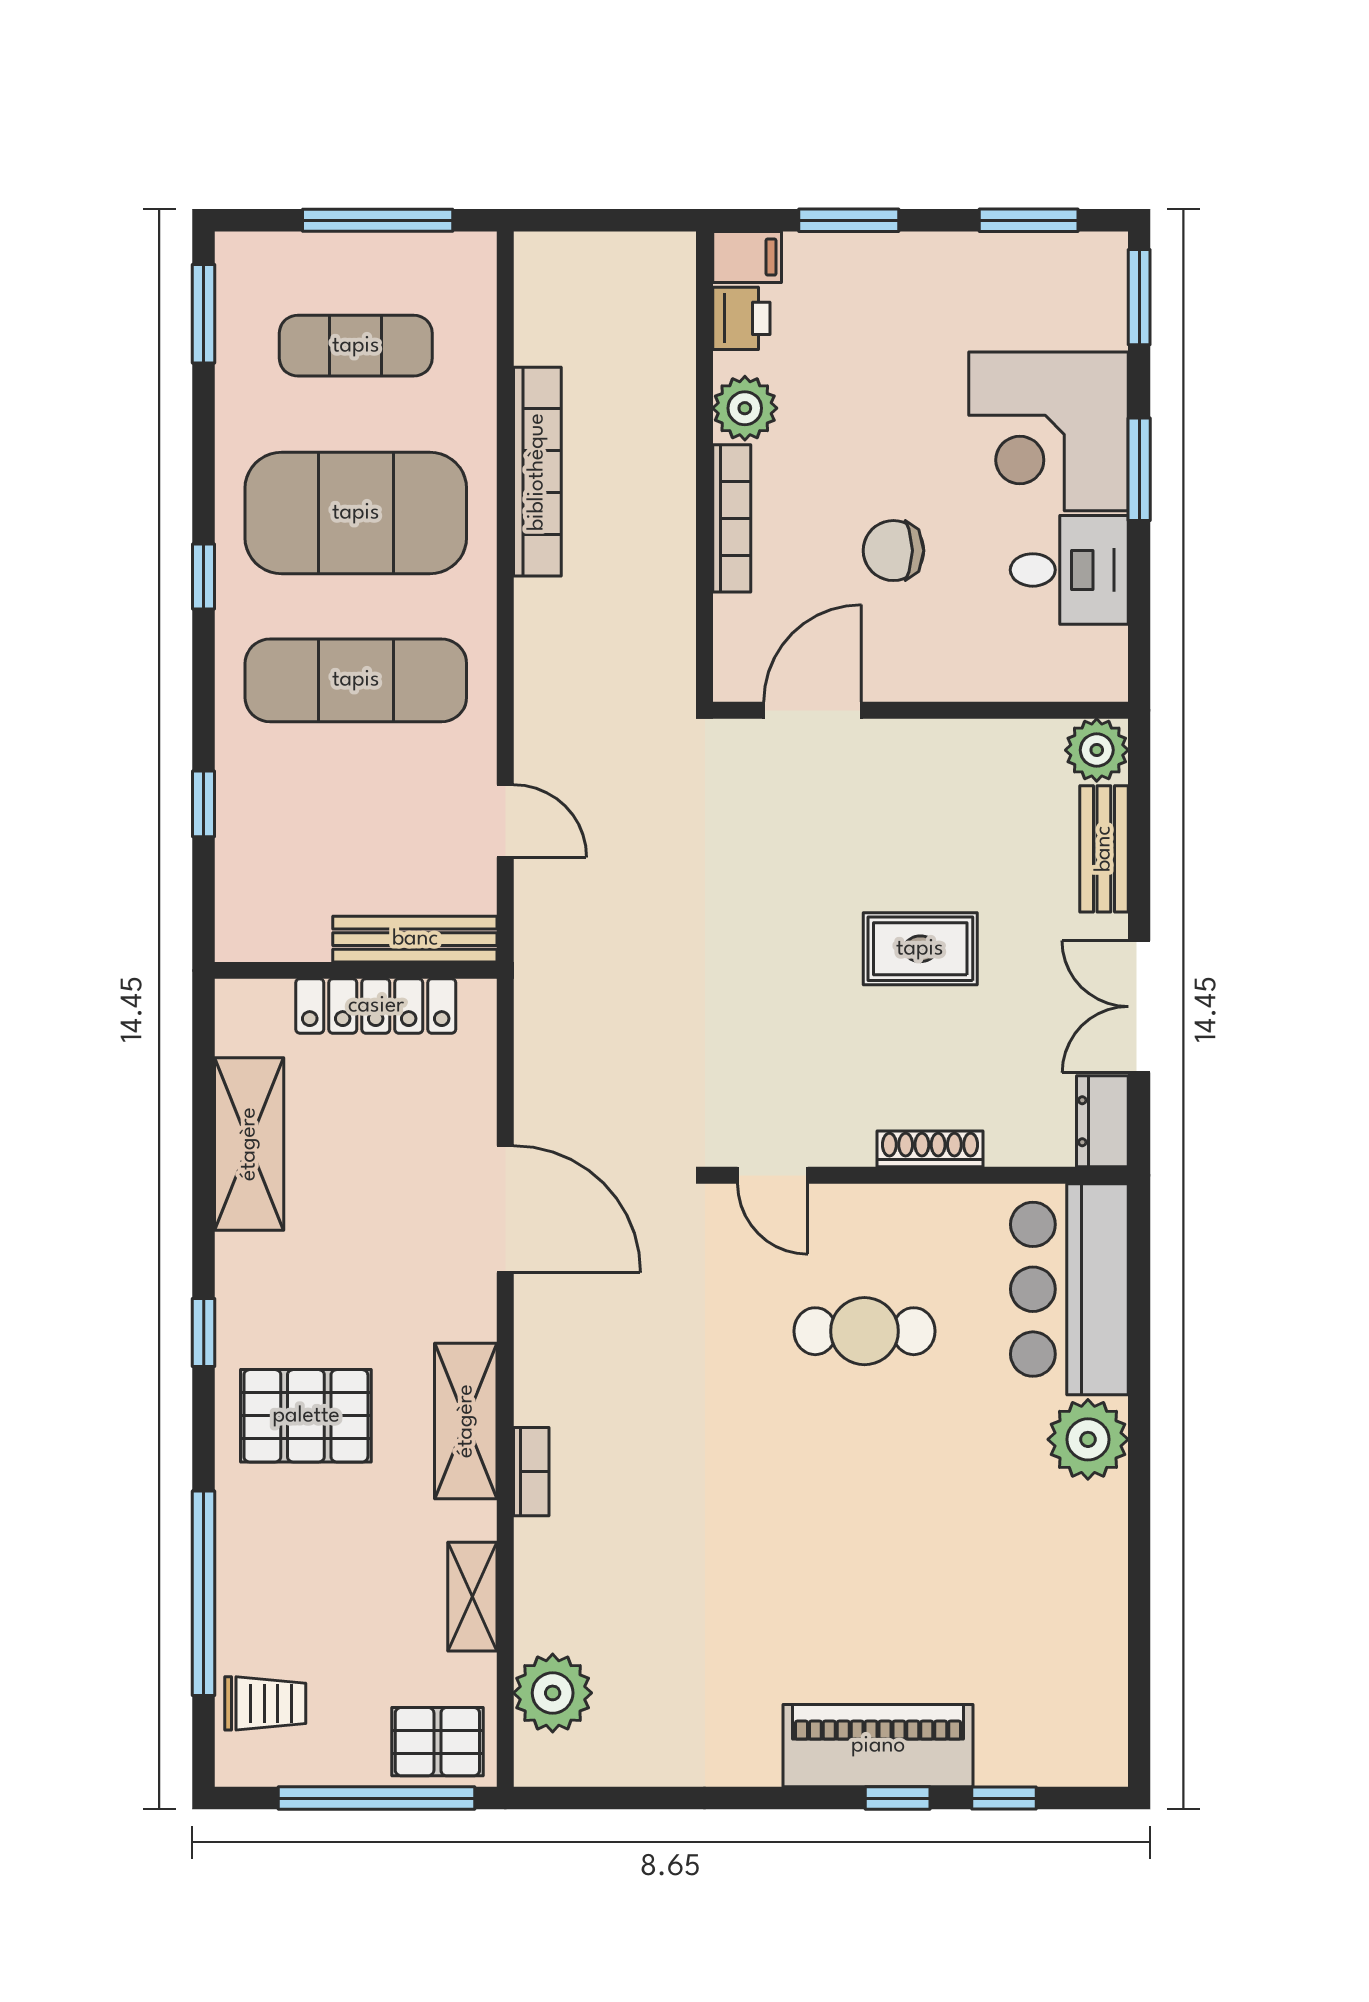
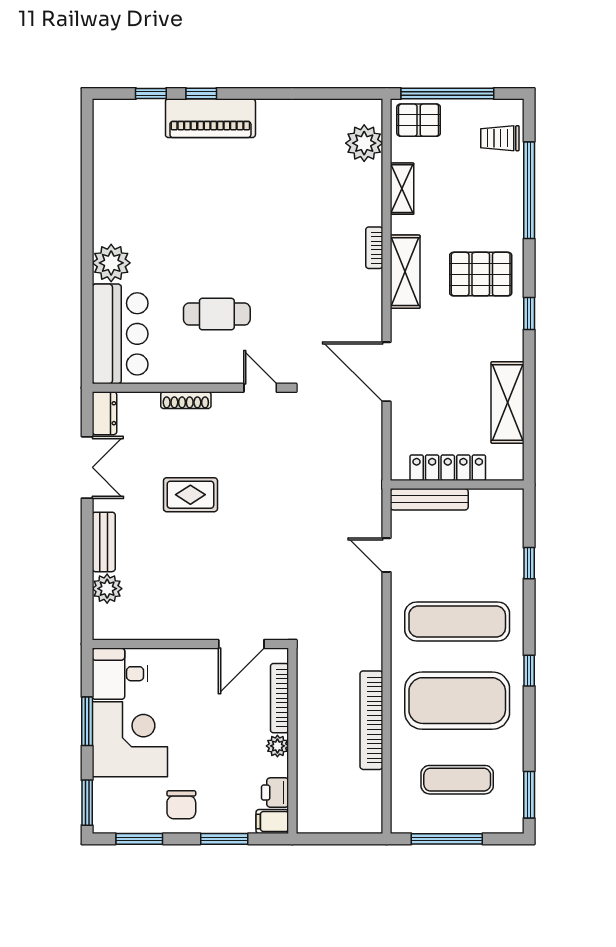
plant: (745, 408) -> (277, 746), width x0.73, depth x0.73
chair: (893, 551) -> (181, 805), moved, turned 90
door: (813, 710) -> (241, 644), moved
wall: (920, 710) -> (190, 644), moved

